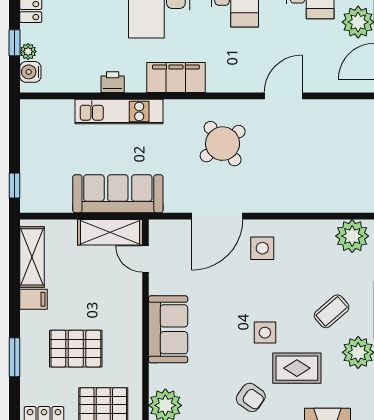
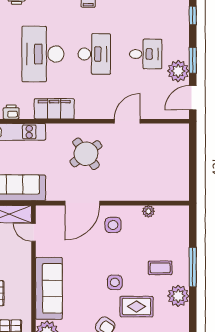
plant: (352, 236) -> (148, 211), moved, width x0.53, depth x0.53
coffee table: (332, 311) -> (160, 268), turned 41
sofa: (168, 329) -> (49, 288), width x1.36

